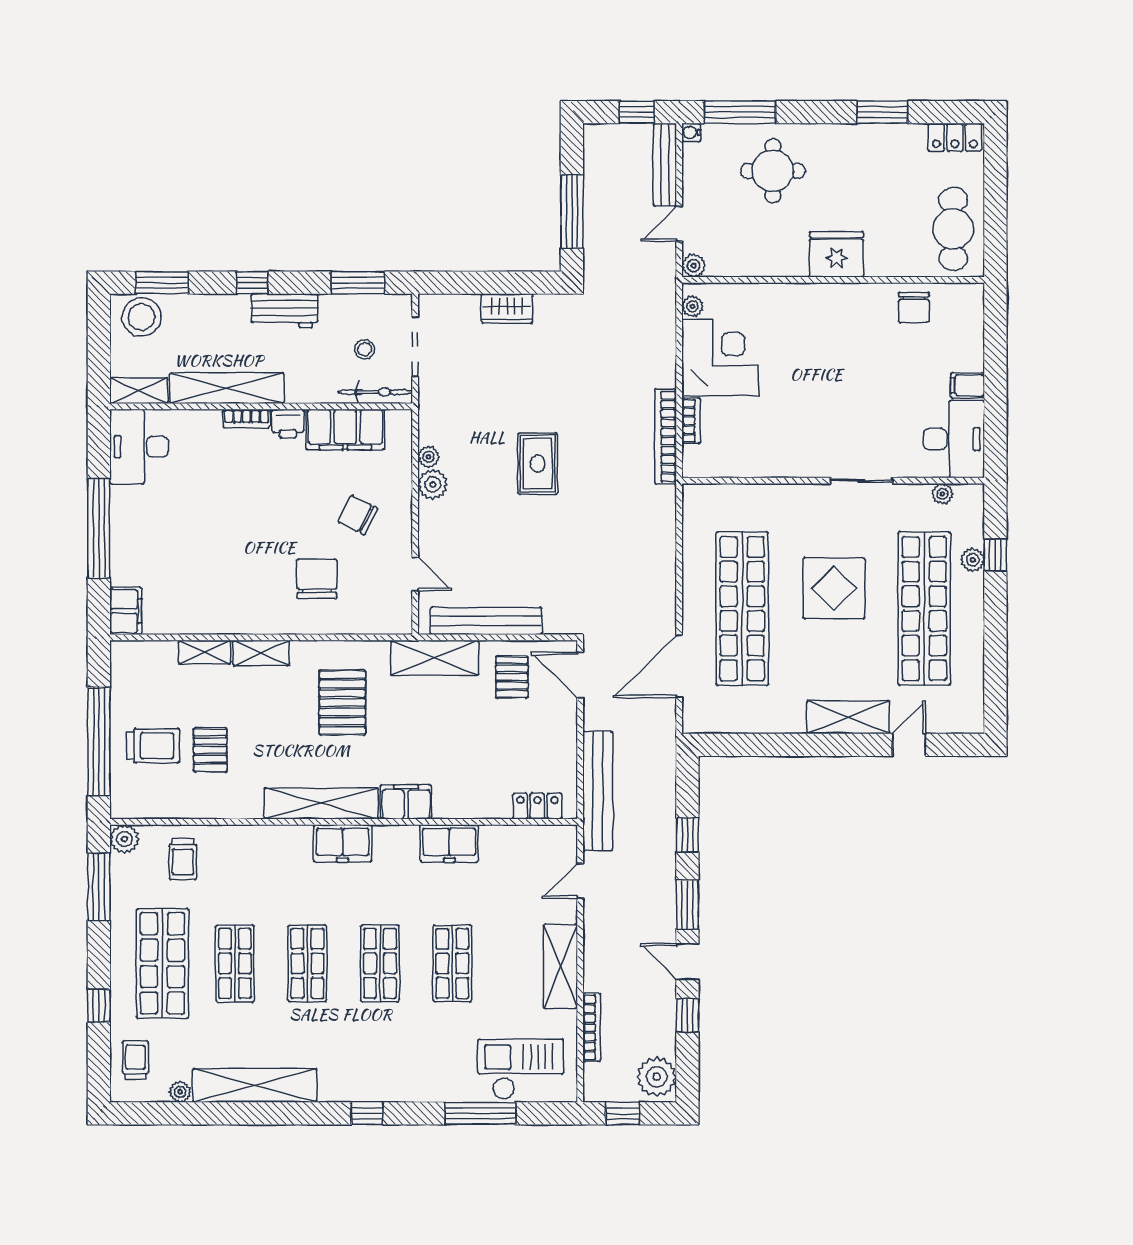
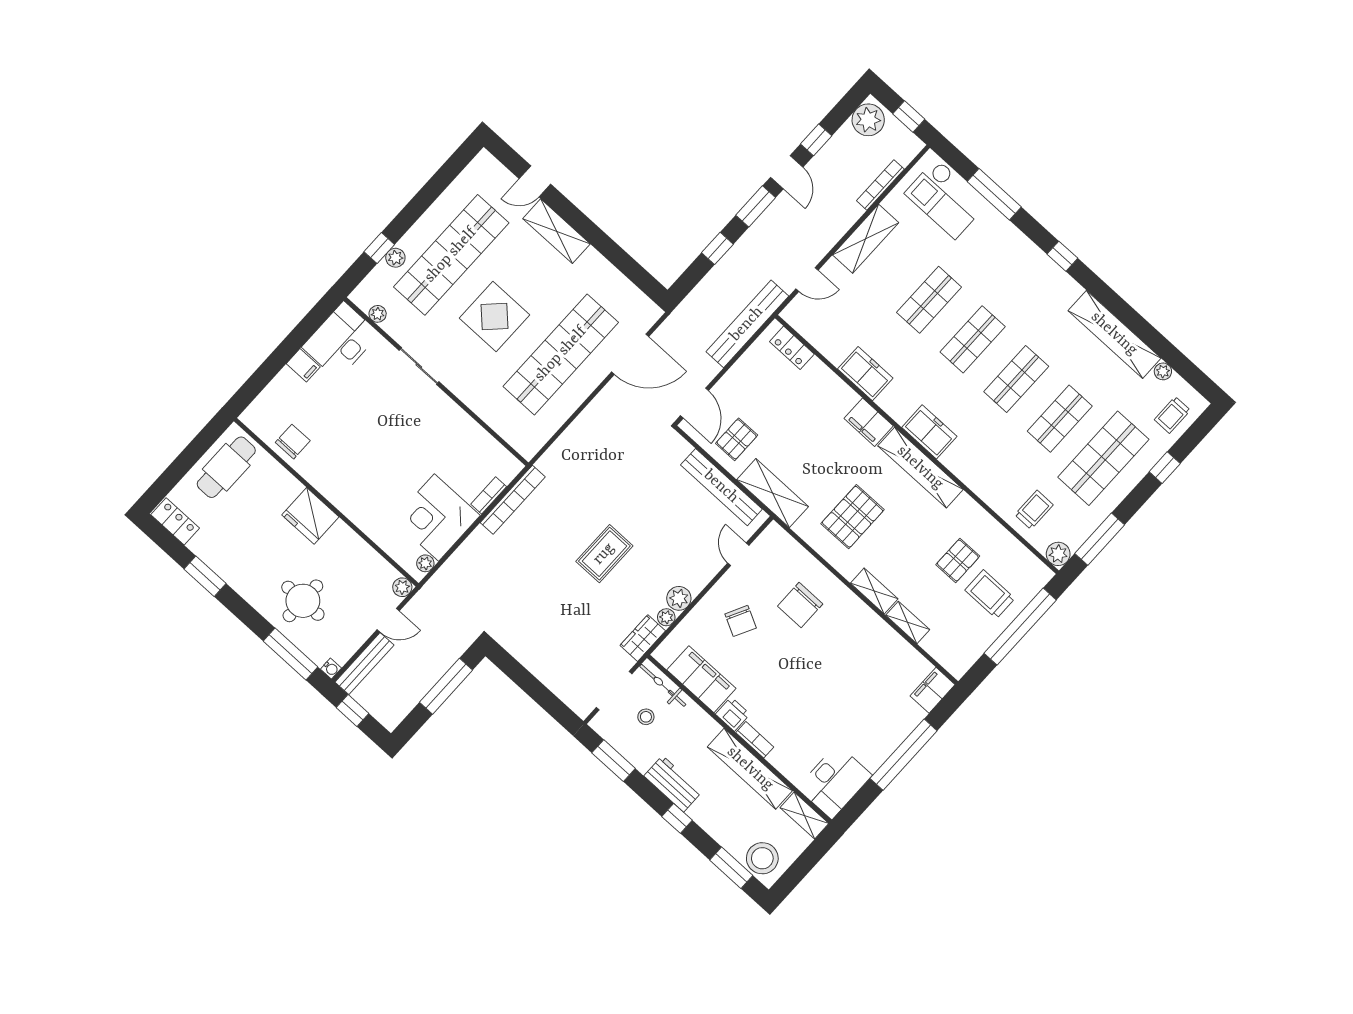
wardrobe: (507, 309) -> (643, 638), moved, turned -90

